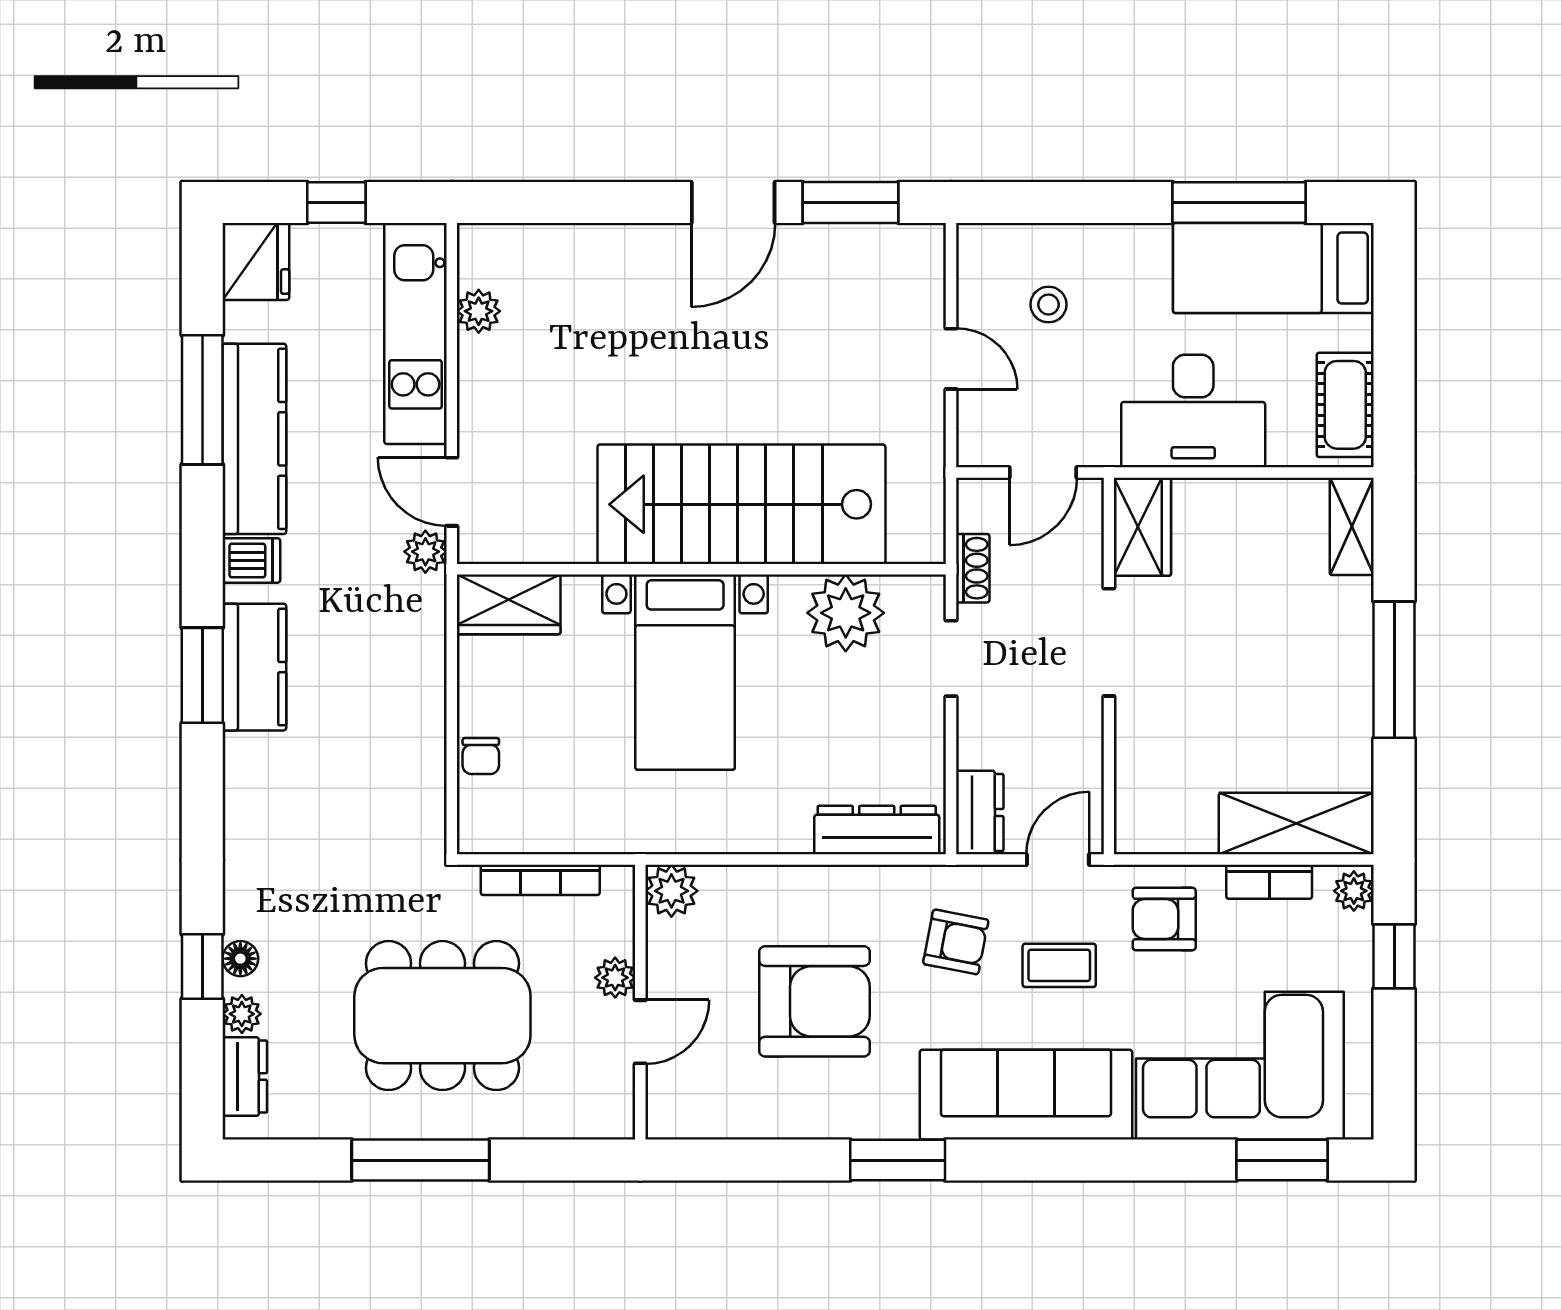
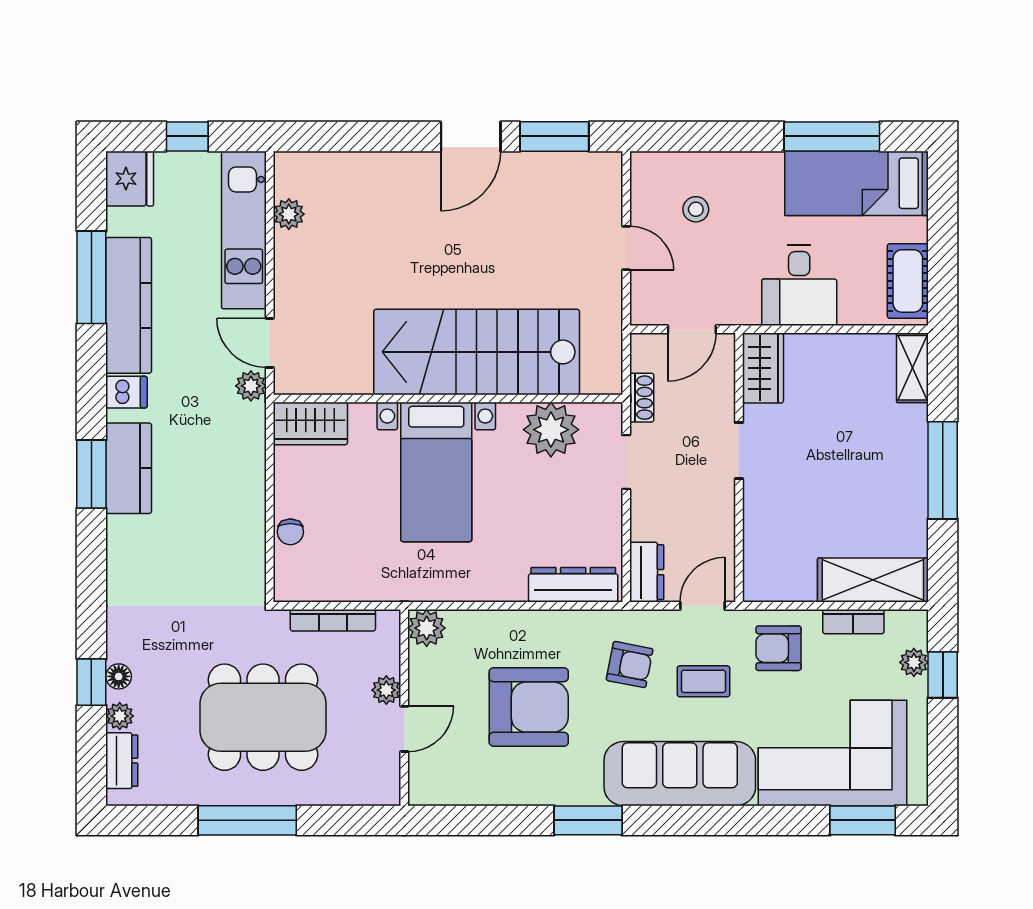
desk: (1193, 411) -> (799, 285), width x0.73
doorway: (1109, 642) -> (739, 451), width x0.73
plant: (1354, 891) -> (914, 662), moved

